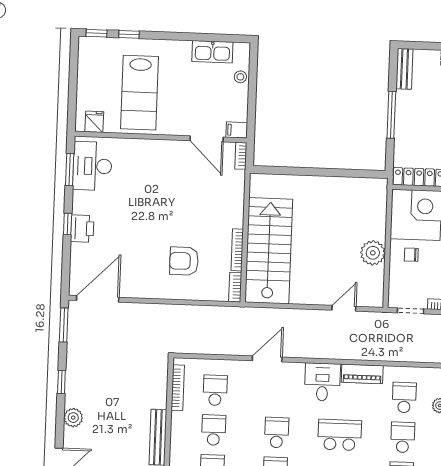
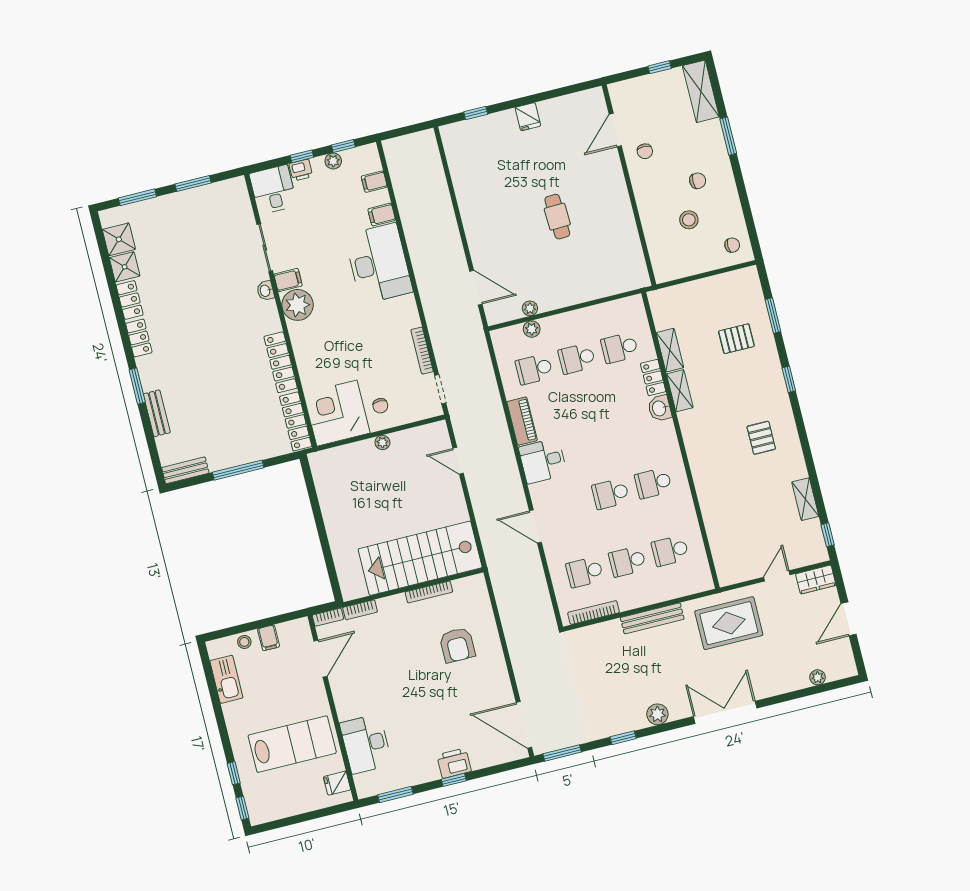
filing cabinet: (237, 130) -> (269, 638), moved
desk: (92, 166) -> (366, 744), moved, turned 90
plant: (373, 253) -> (382, 442), width x0.53, depth x0.53
bookcase: (235, 287) -> (360, 610), moved
school desk: (340, 435) -> (594, 426), removed

